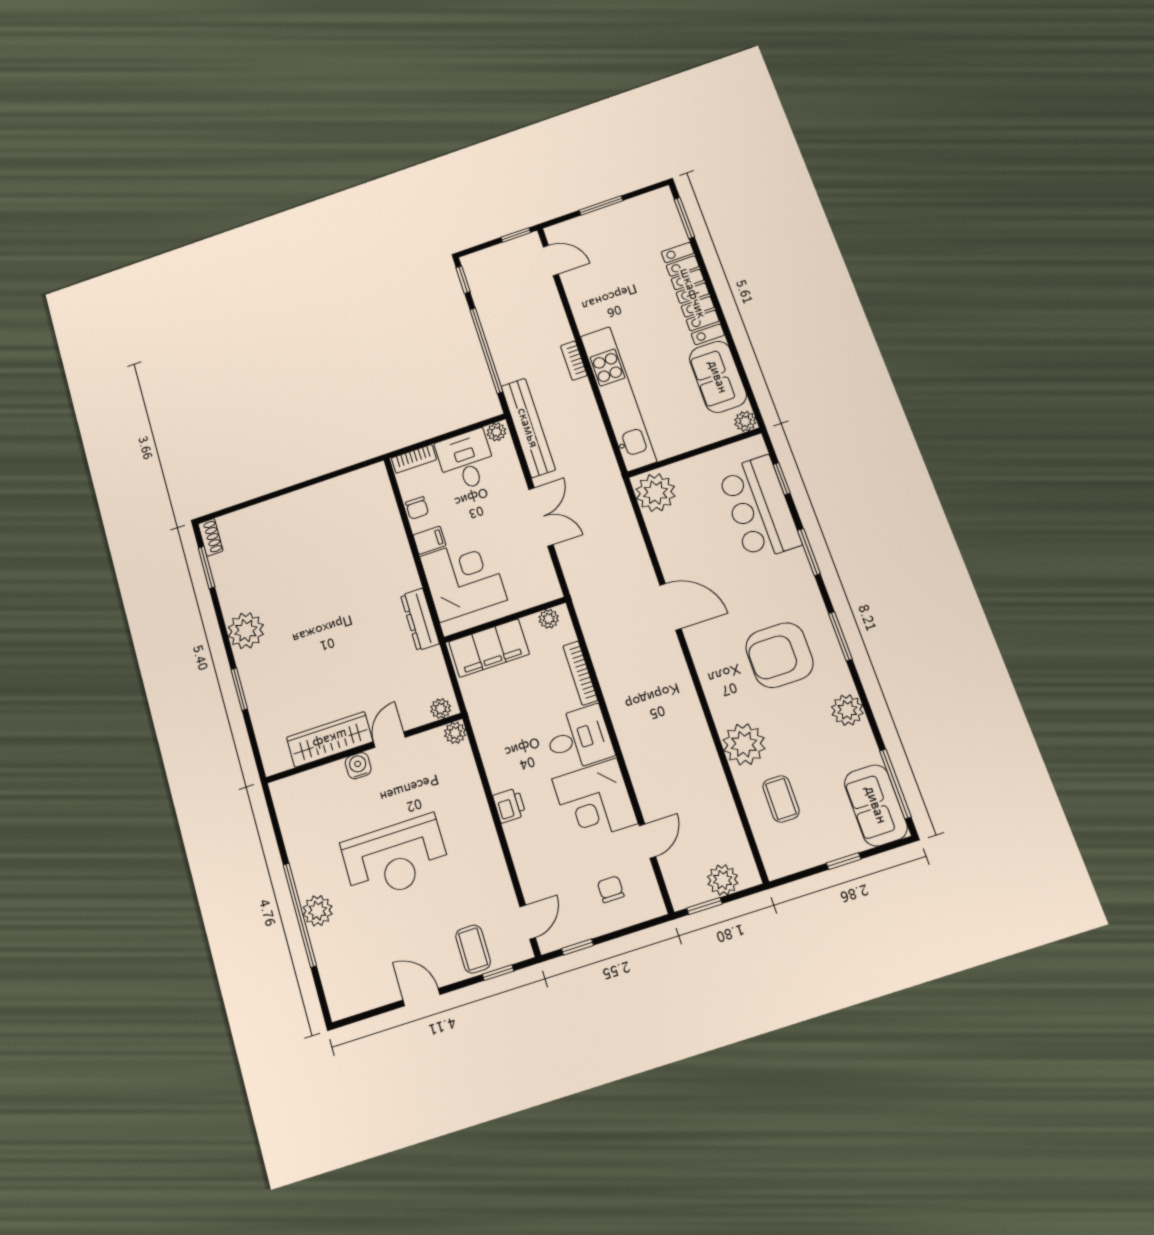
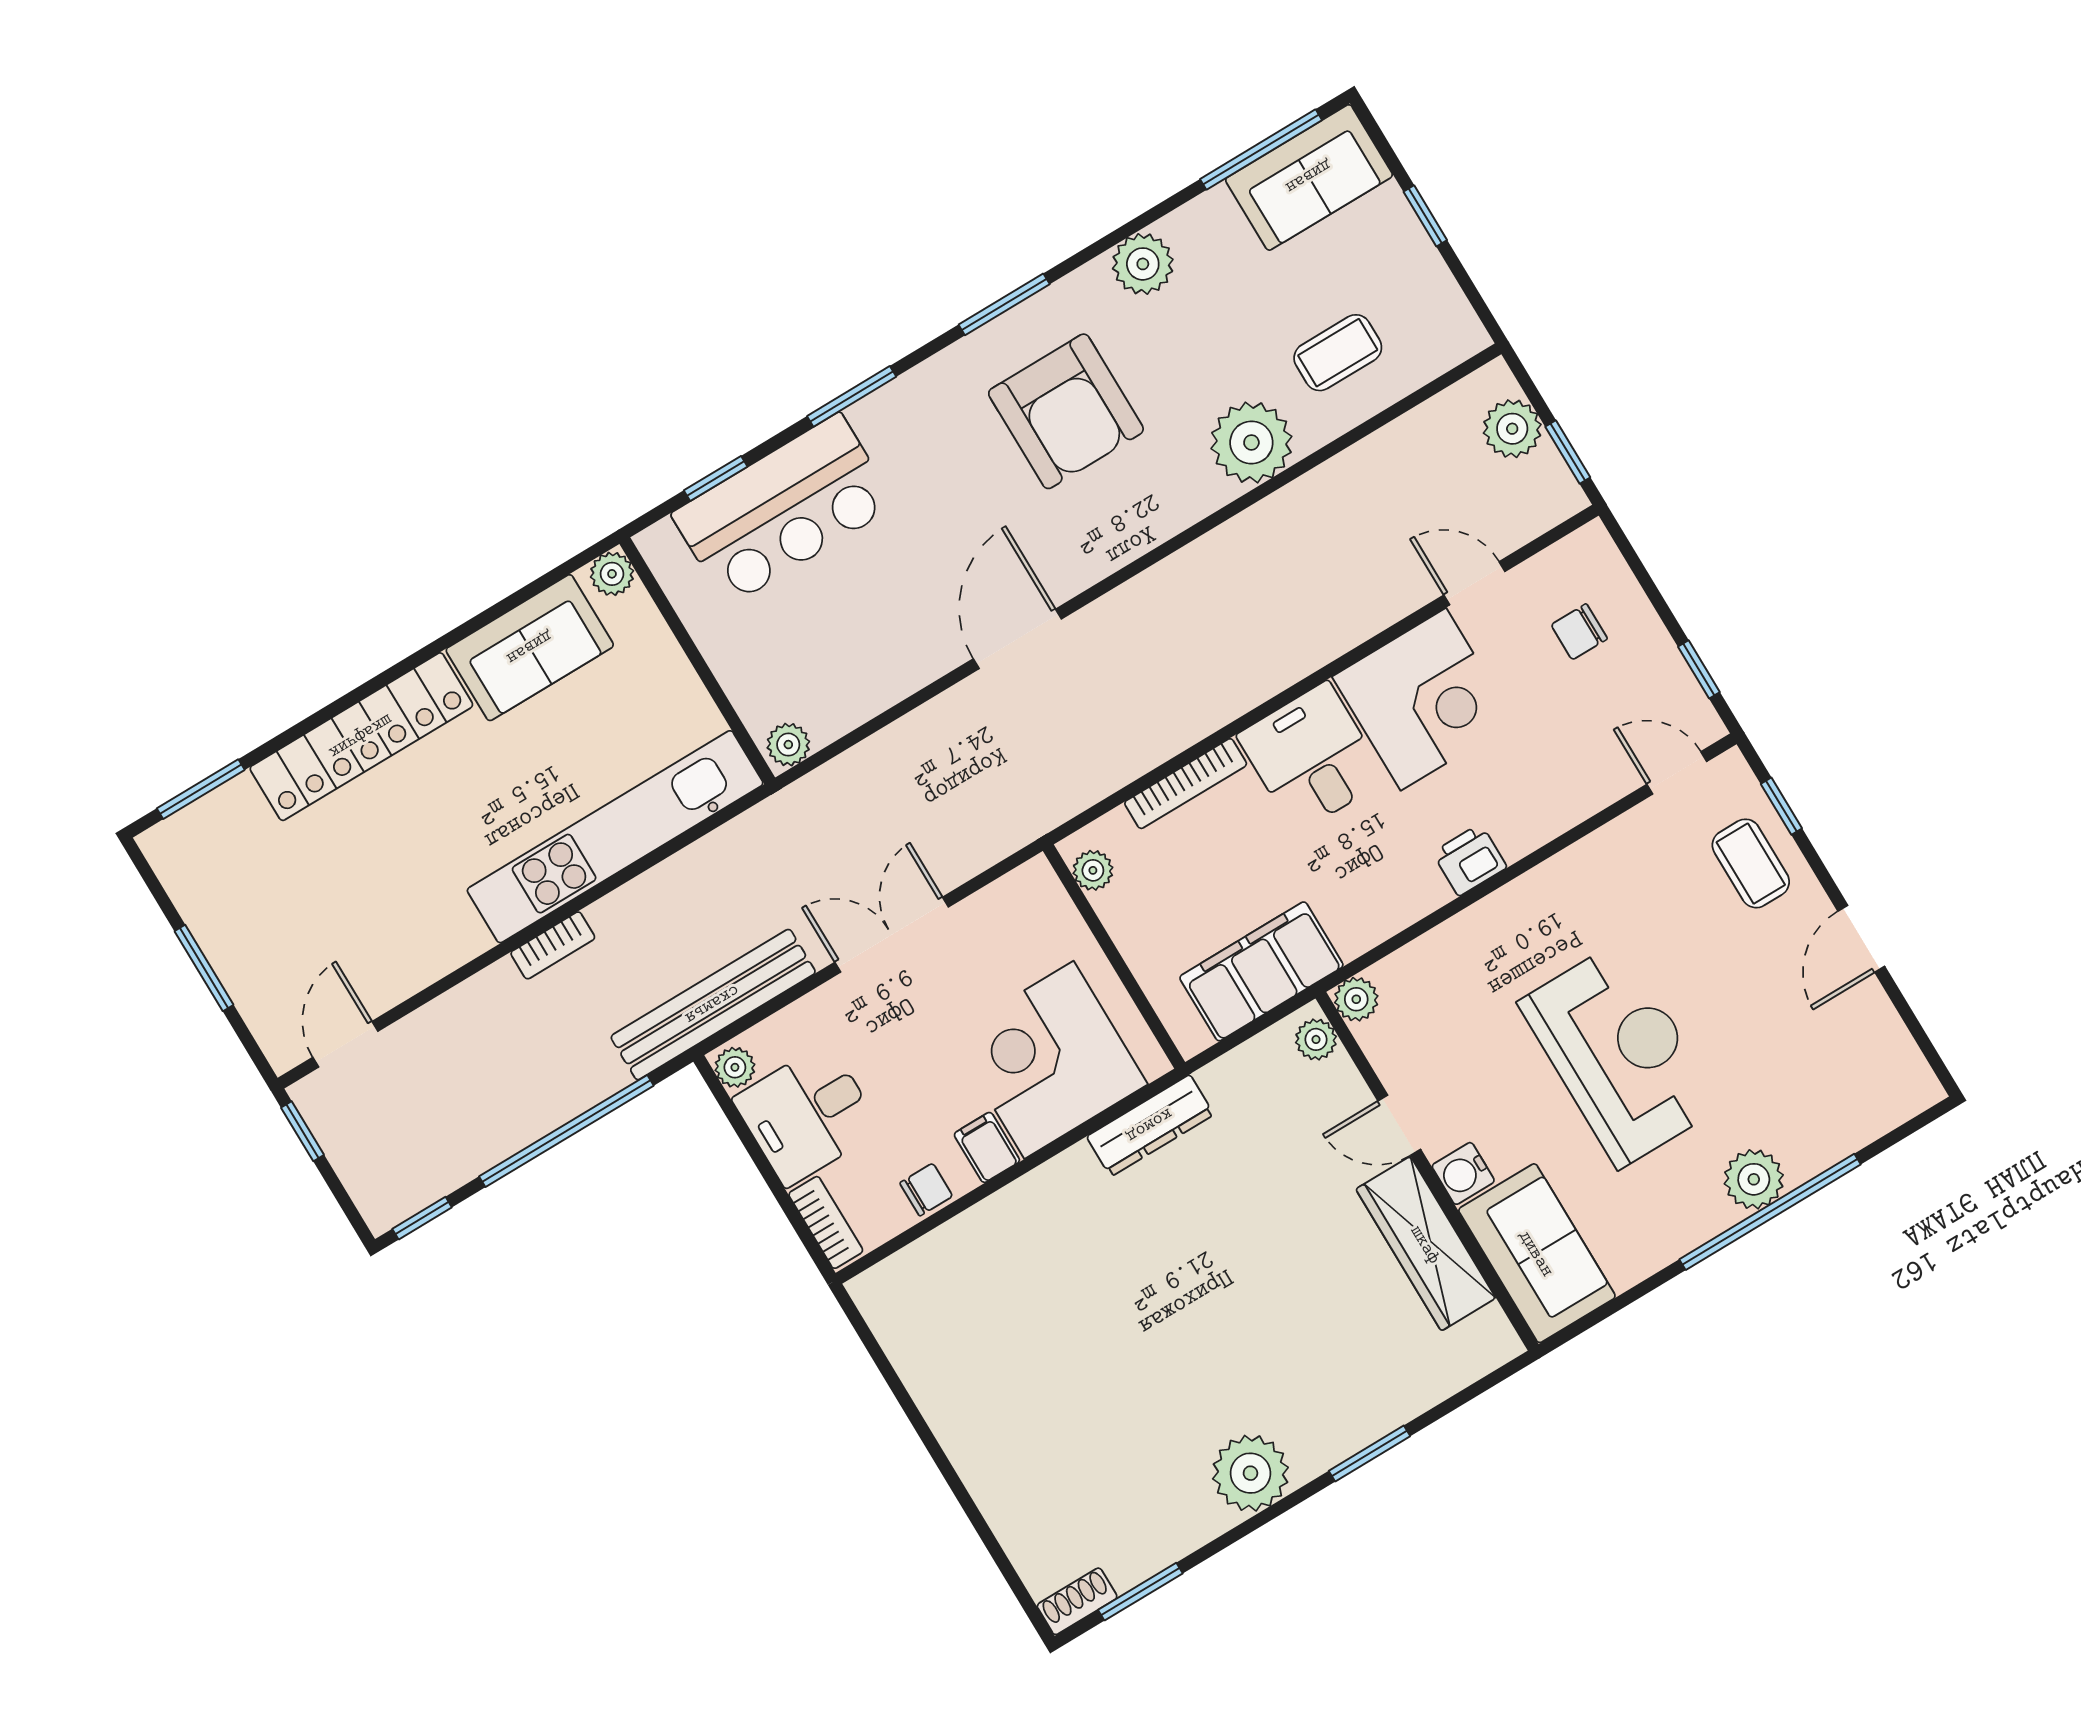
plant: (656, 493) -> (788, 745), width x0.53, depth x0.53
filing cabinet: (489, 648) -> (1261, 971), moved, turned -90
sofa: (311, 793) -> (1537, 1253), added
coffee table: (473, 949) -> (1751, 863), turned 90

